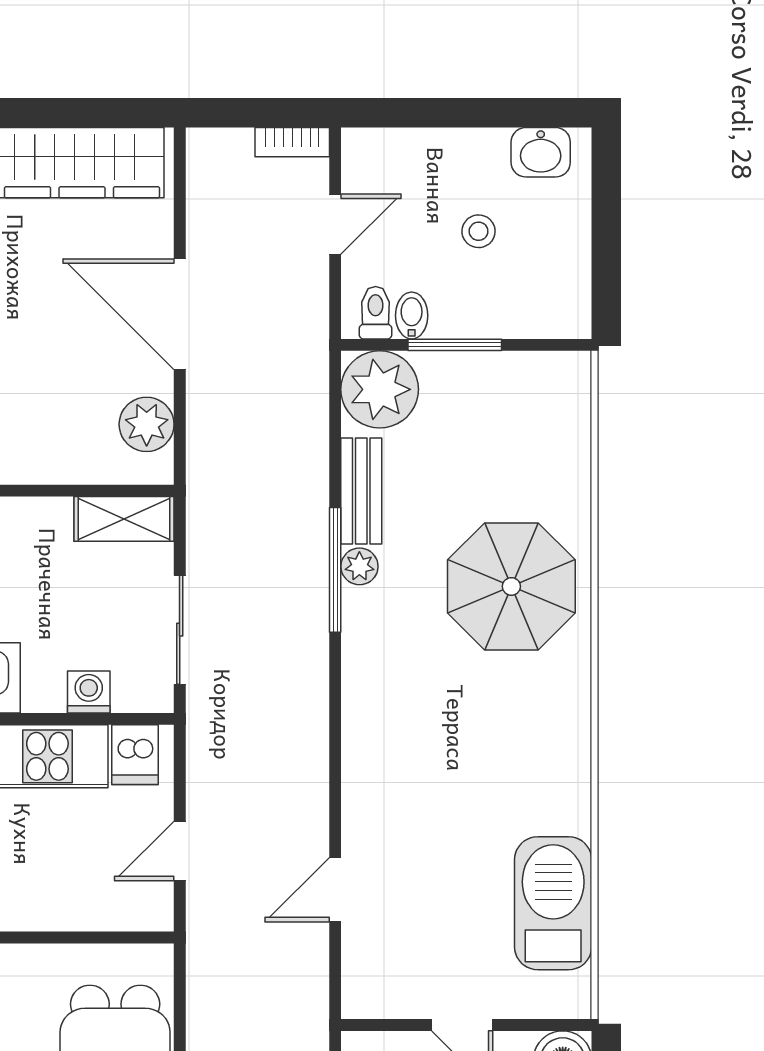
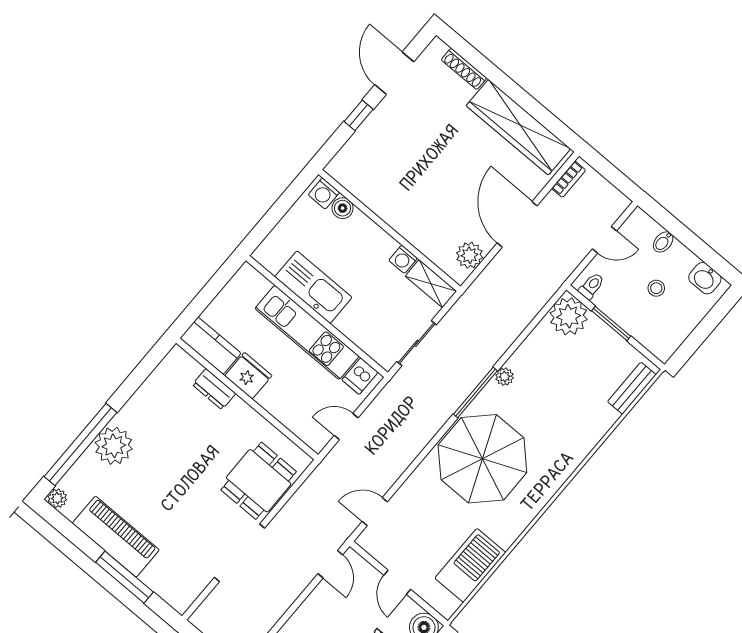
bookcase: (292, 142) -> (569, 179), moved, turned -90
bidet: (412, 316) -> (663, 242), moved, turned 180
bench: (361, 491) -> (632, 388), moved
window: (335, 570) -> (475, 393), moved
parasol: (511, 586) -> (482, 459), moved, width x1.36, depth x1.36
washing machine: (89, 692) -> (403, 259), moved, turned 180
door: (335, 890) -> (375, 512), moved

